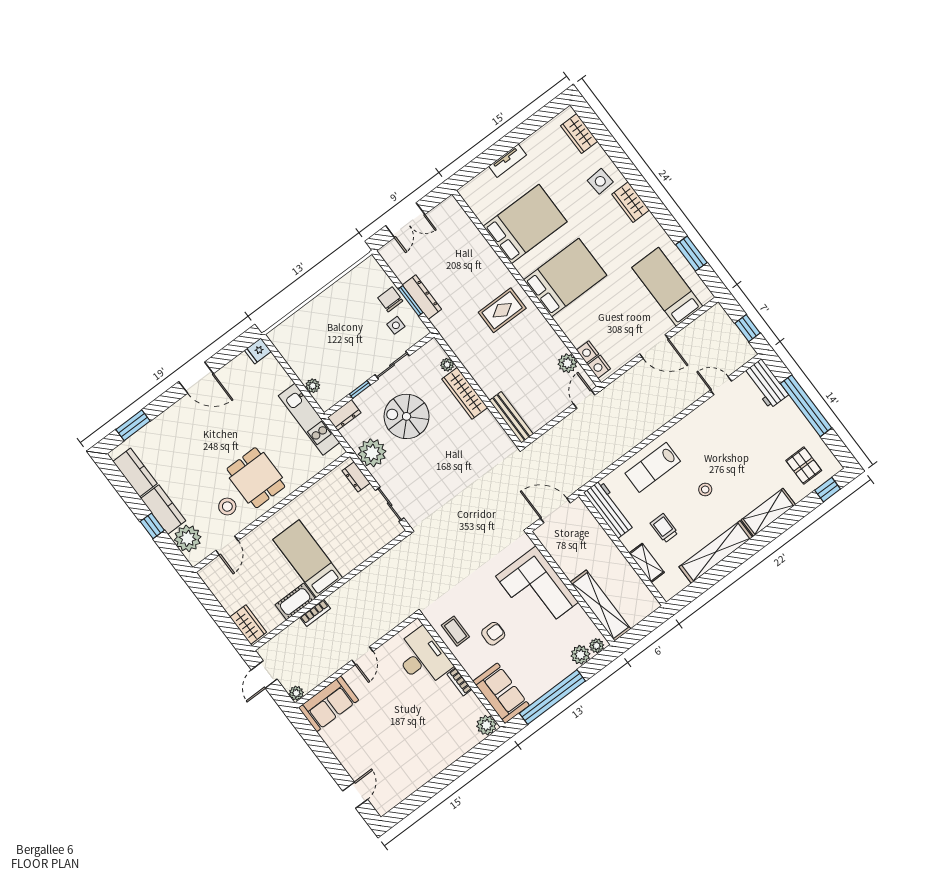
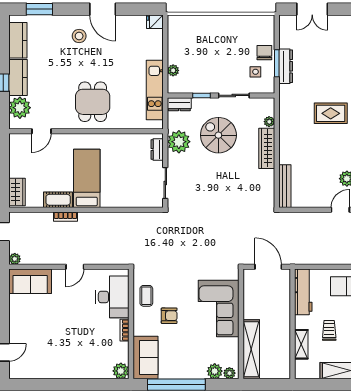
stool: (227, 507) -> (79, 36), moved

